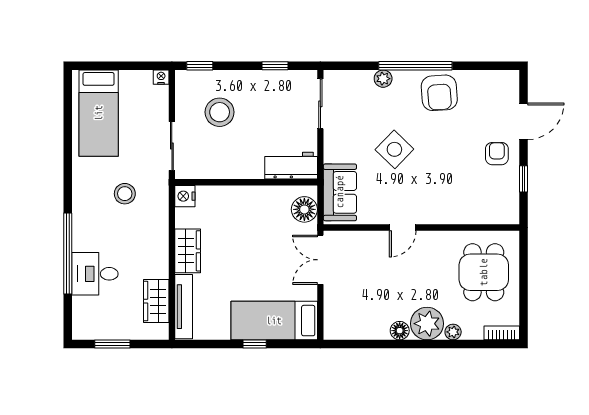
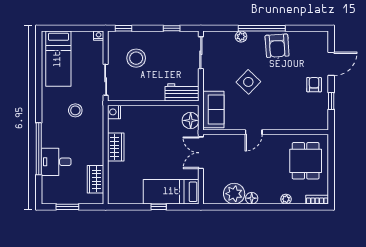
tv unit: (184, 307) -> (113, 183), removed
plant: (427, 324) -> (234, 194), moved

